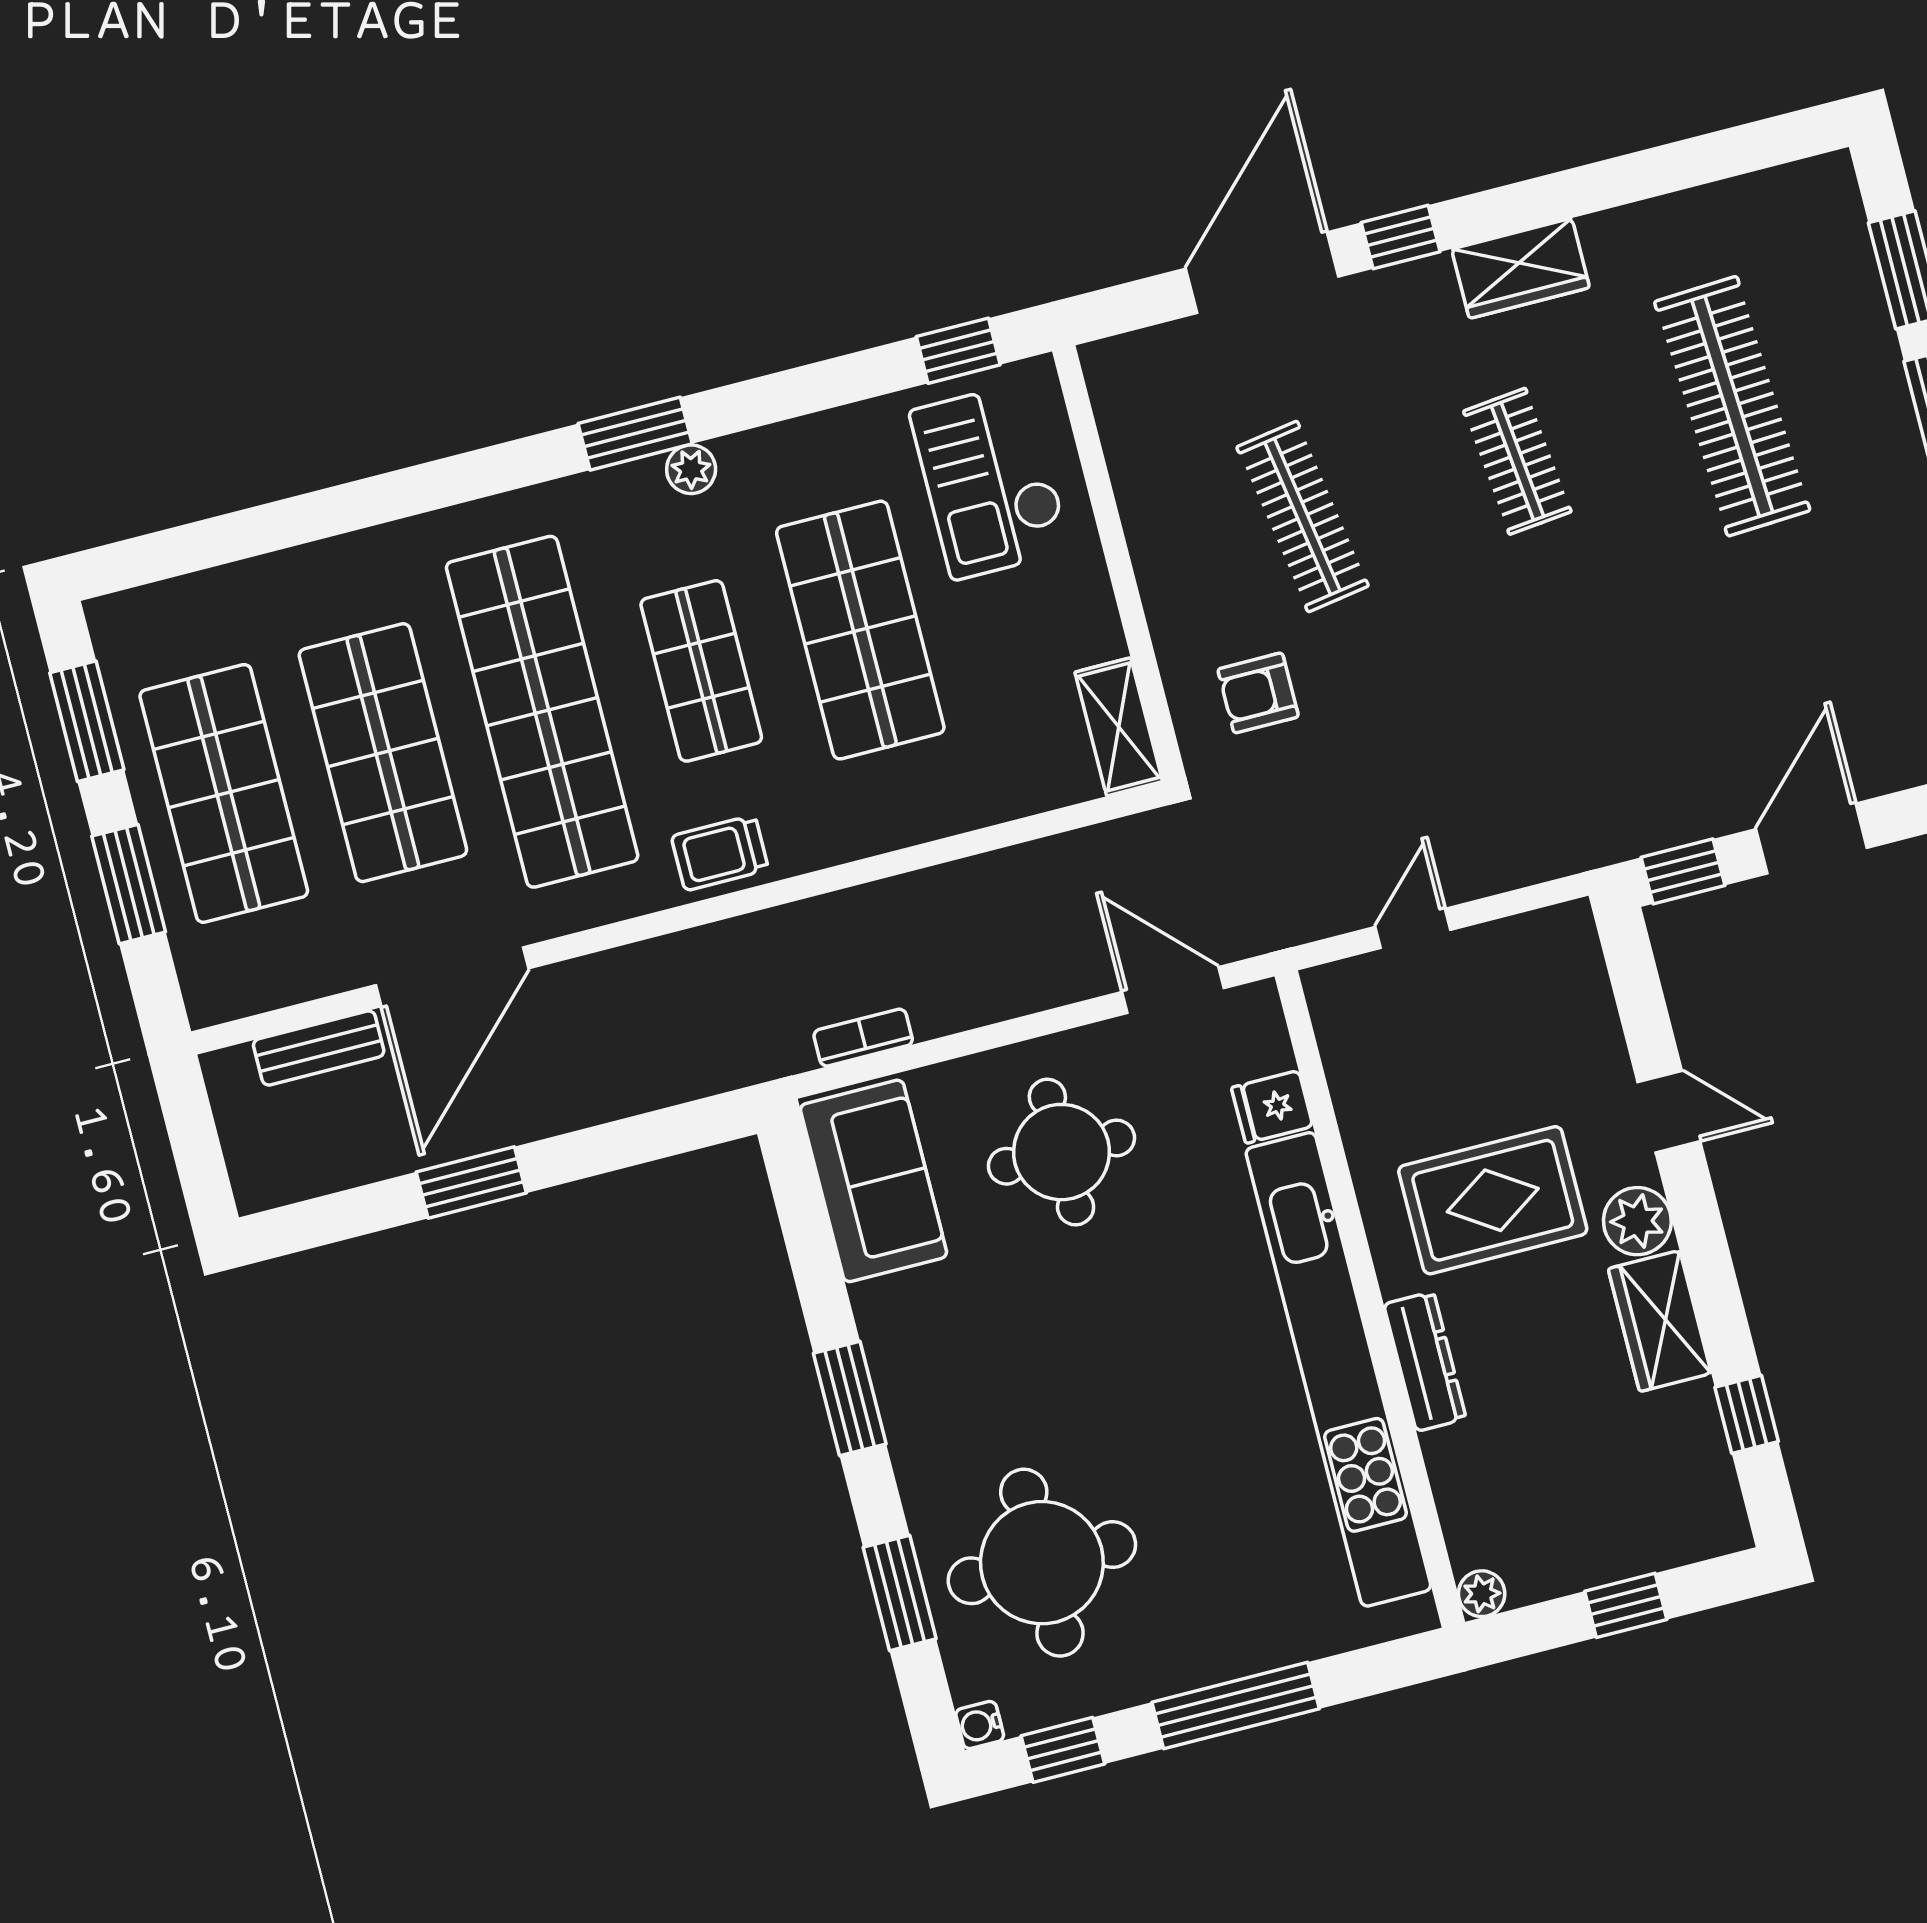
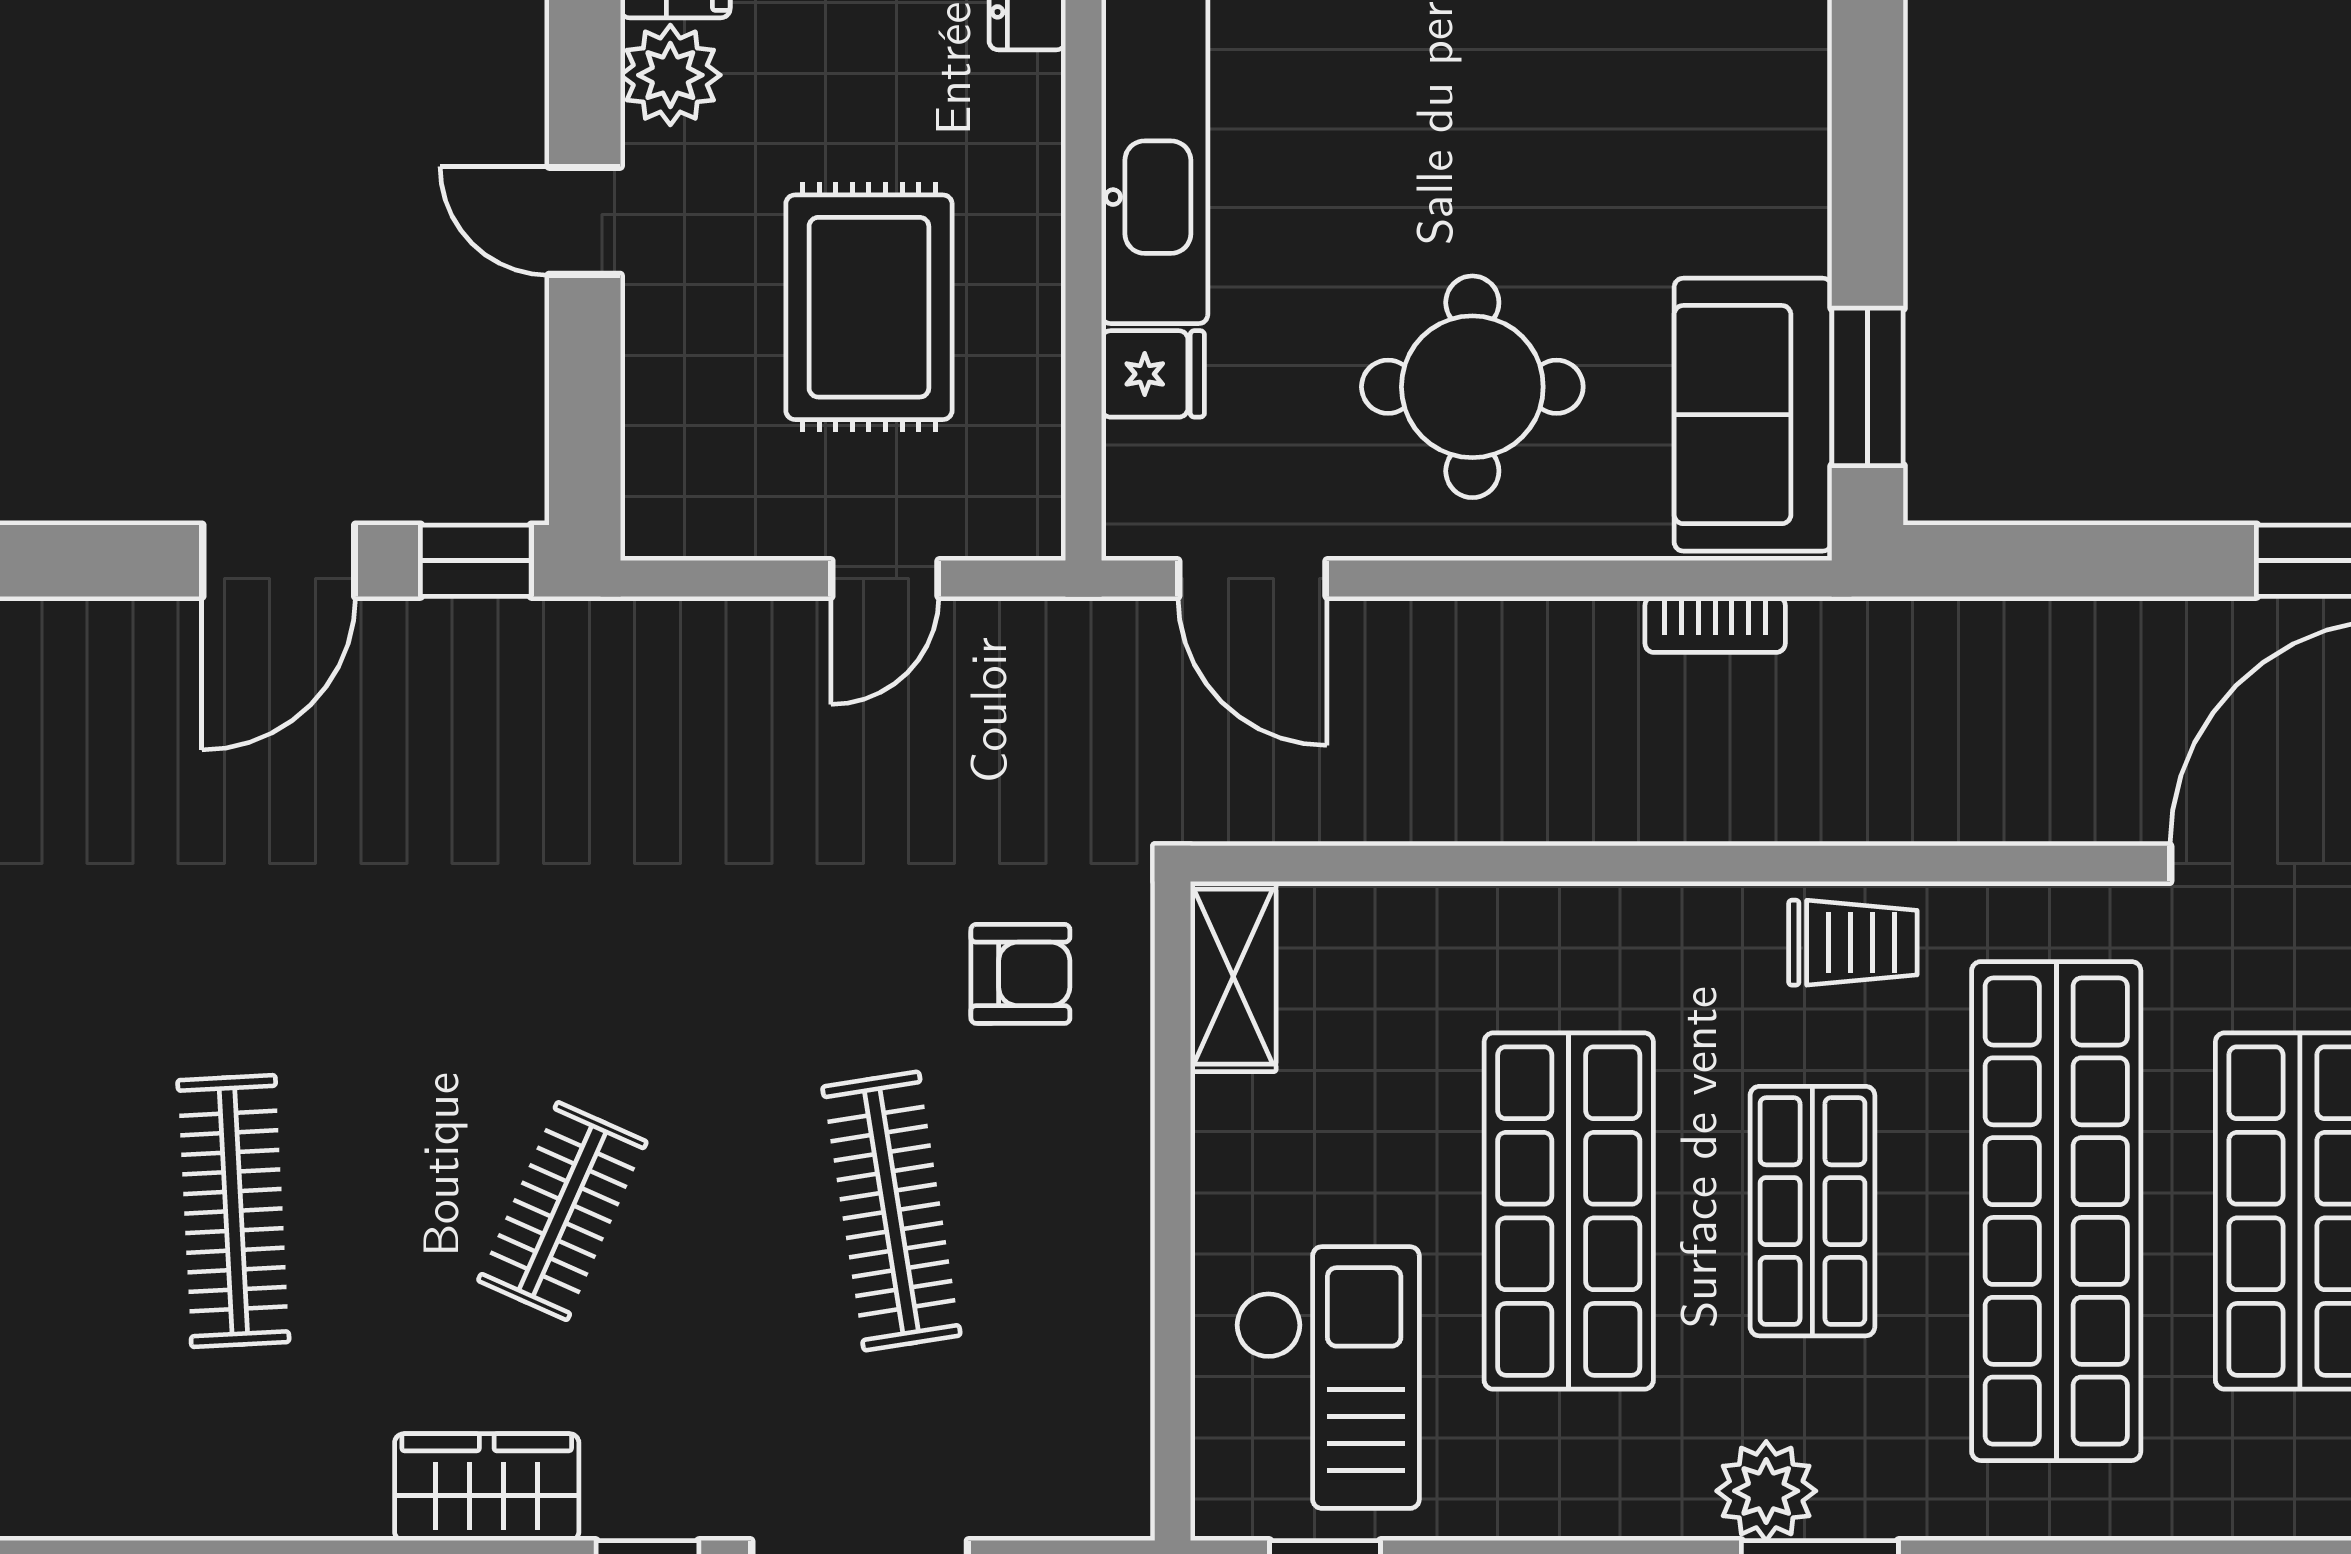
clothes rail: (1732, 406) -> (233, 1211), width x0.73, depth x0.76
clothes rail: (1517, 461) -> (562, 1211), turned 30
plant: (691, 469) -> (1766, 1491), width x1.38, depth x1.38
rug: (1493, 1200) -> (869, 307), moved, turned 90
window: (850, 1399) -> (1868, 387), moved

